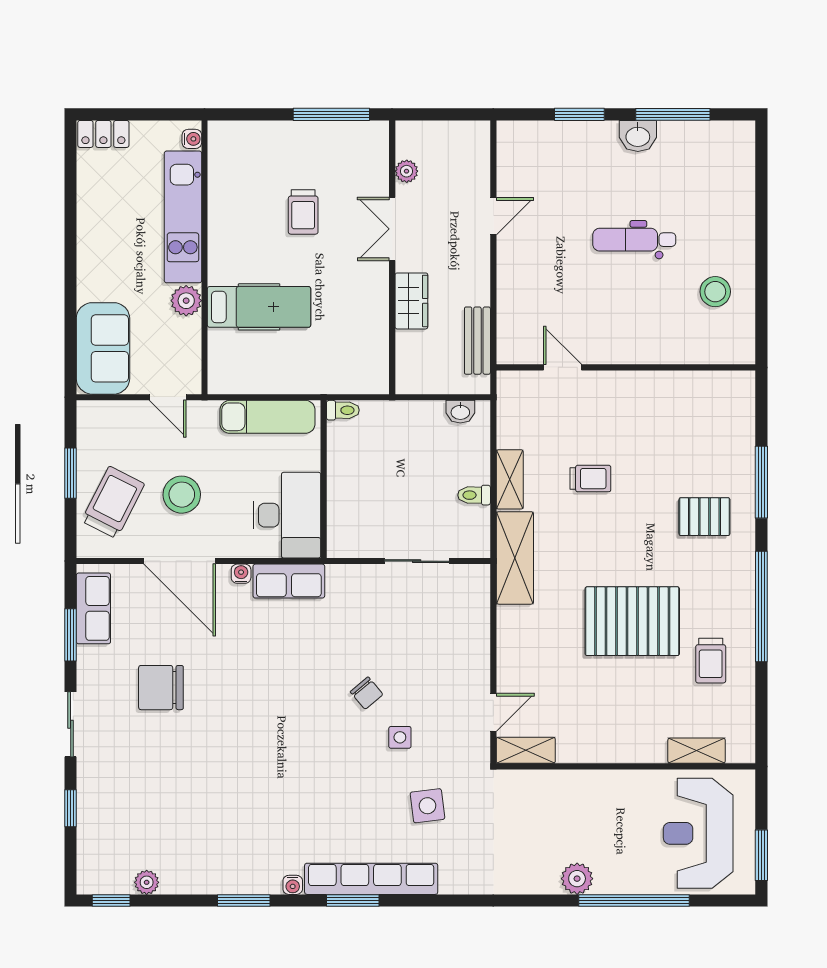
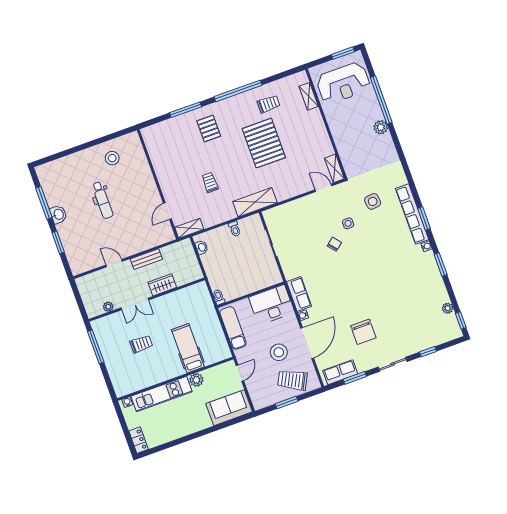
bench: (477, 341) -> (146, 259), moved
shelving: (510, 479) -> (189, 228), moved

